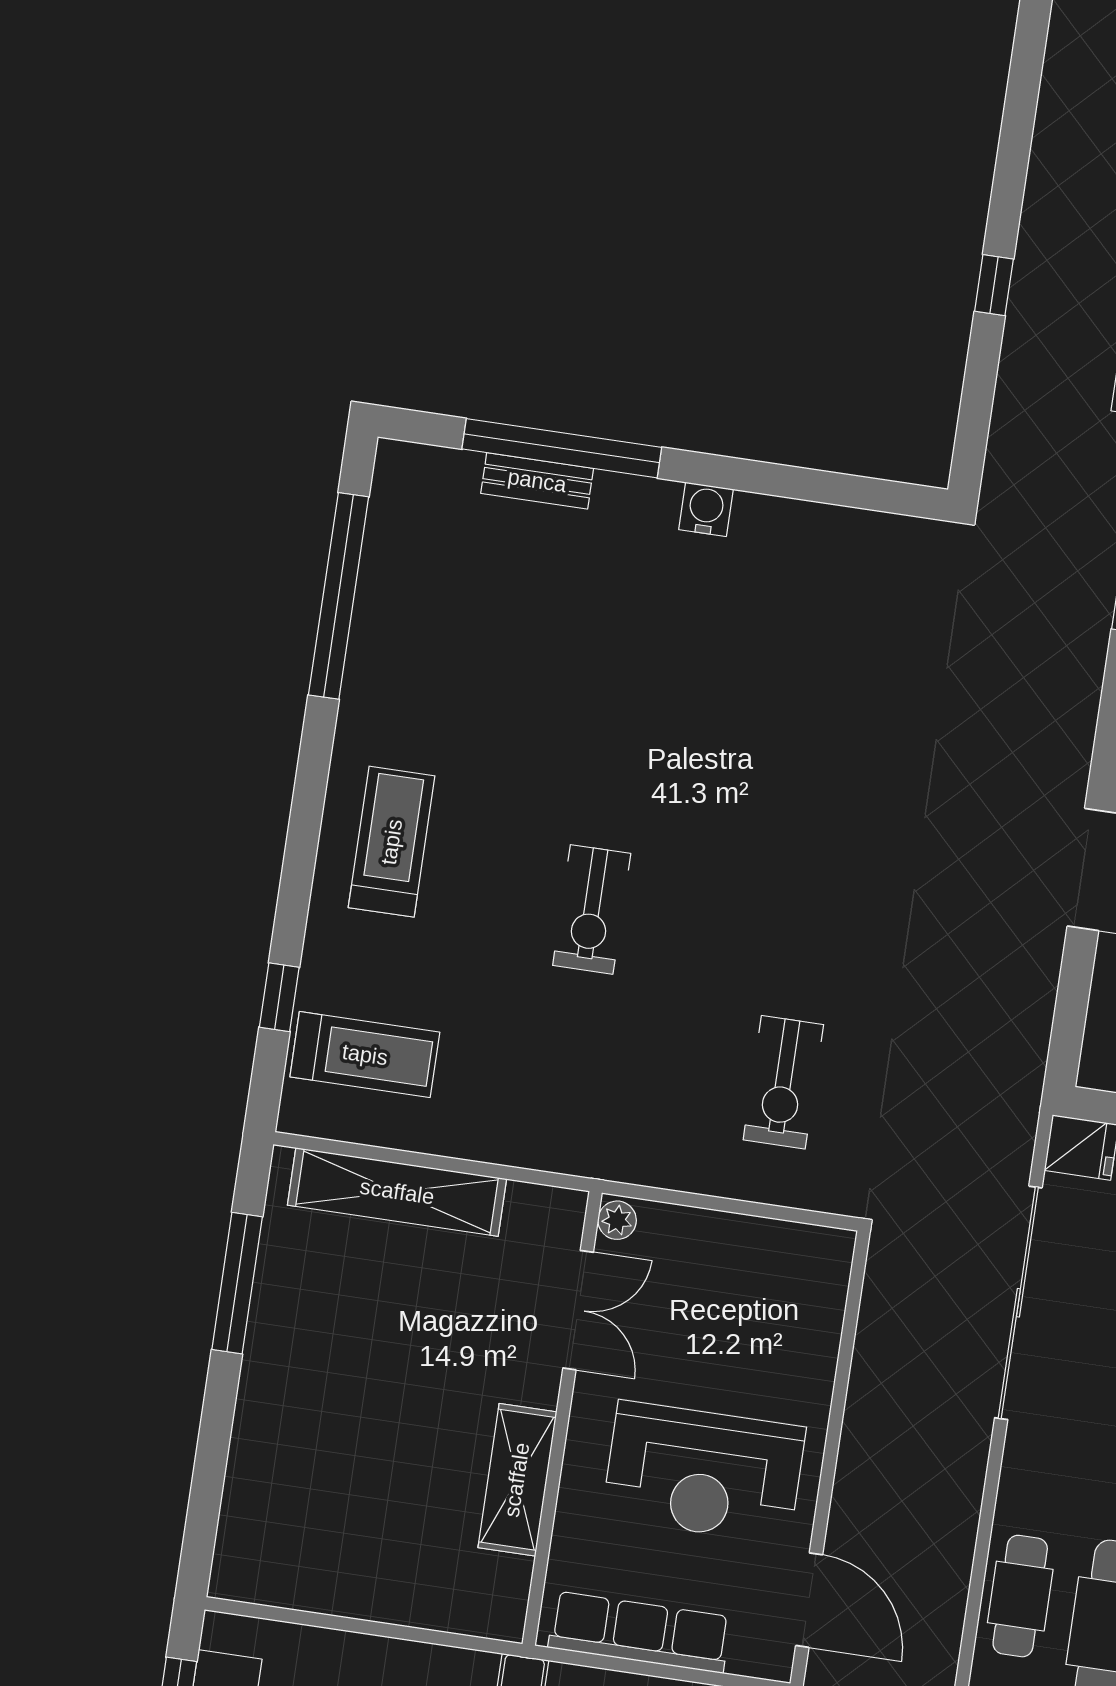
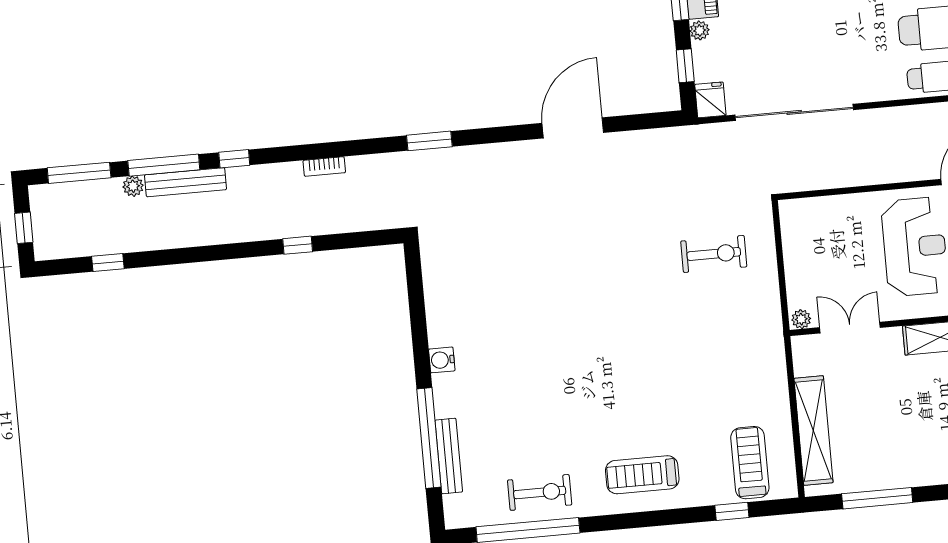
bench: (537, 481) -> (449, 456), width x1.36
exercise bike: (592, 909) -> (540, 492), moved

